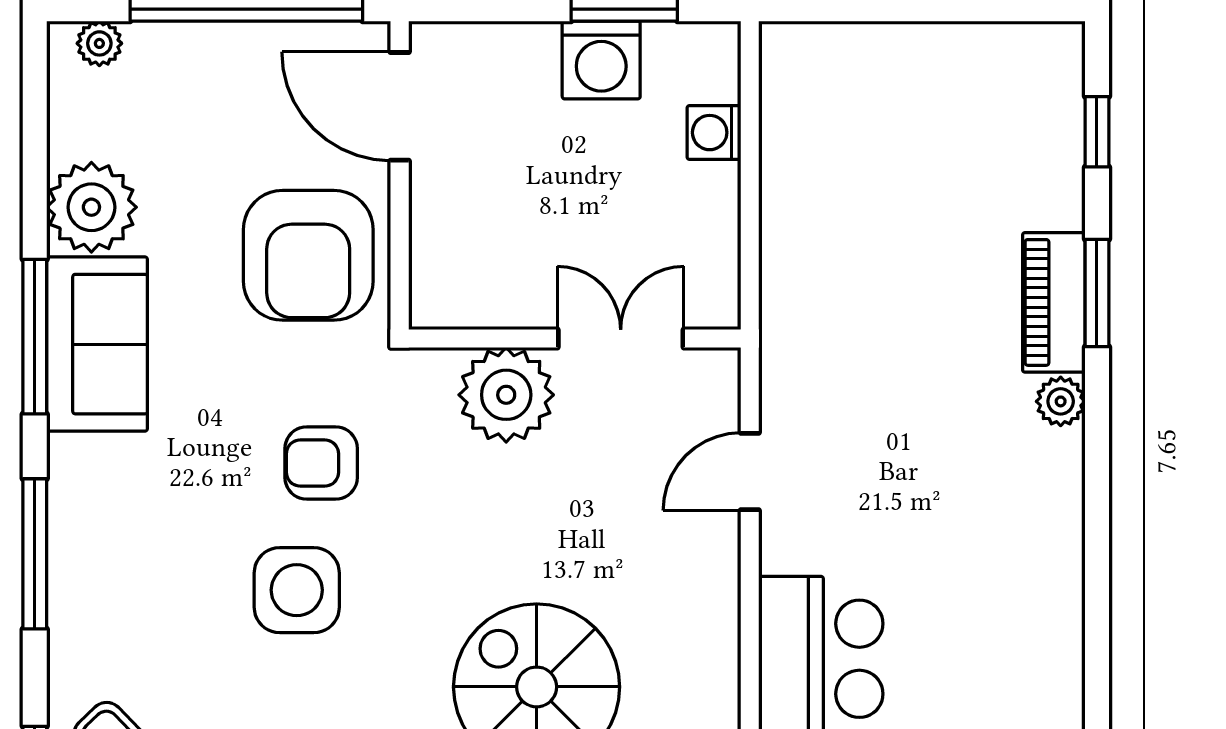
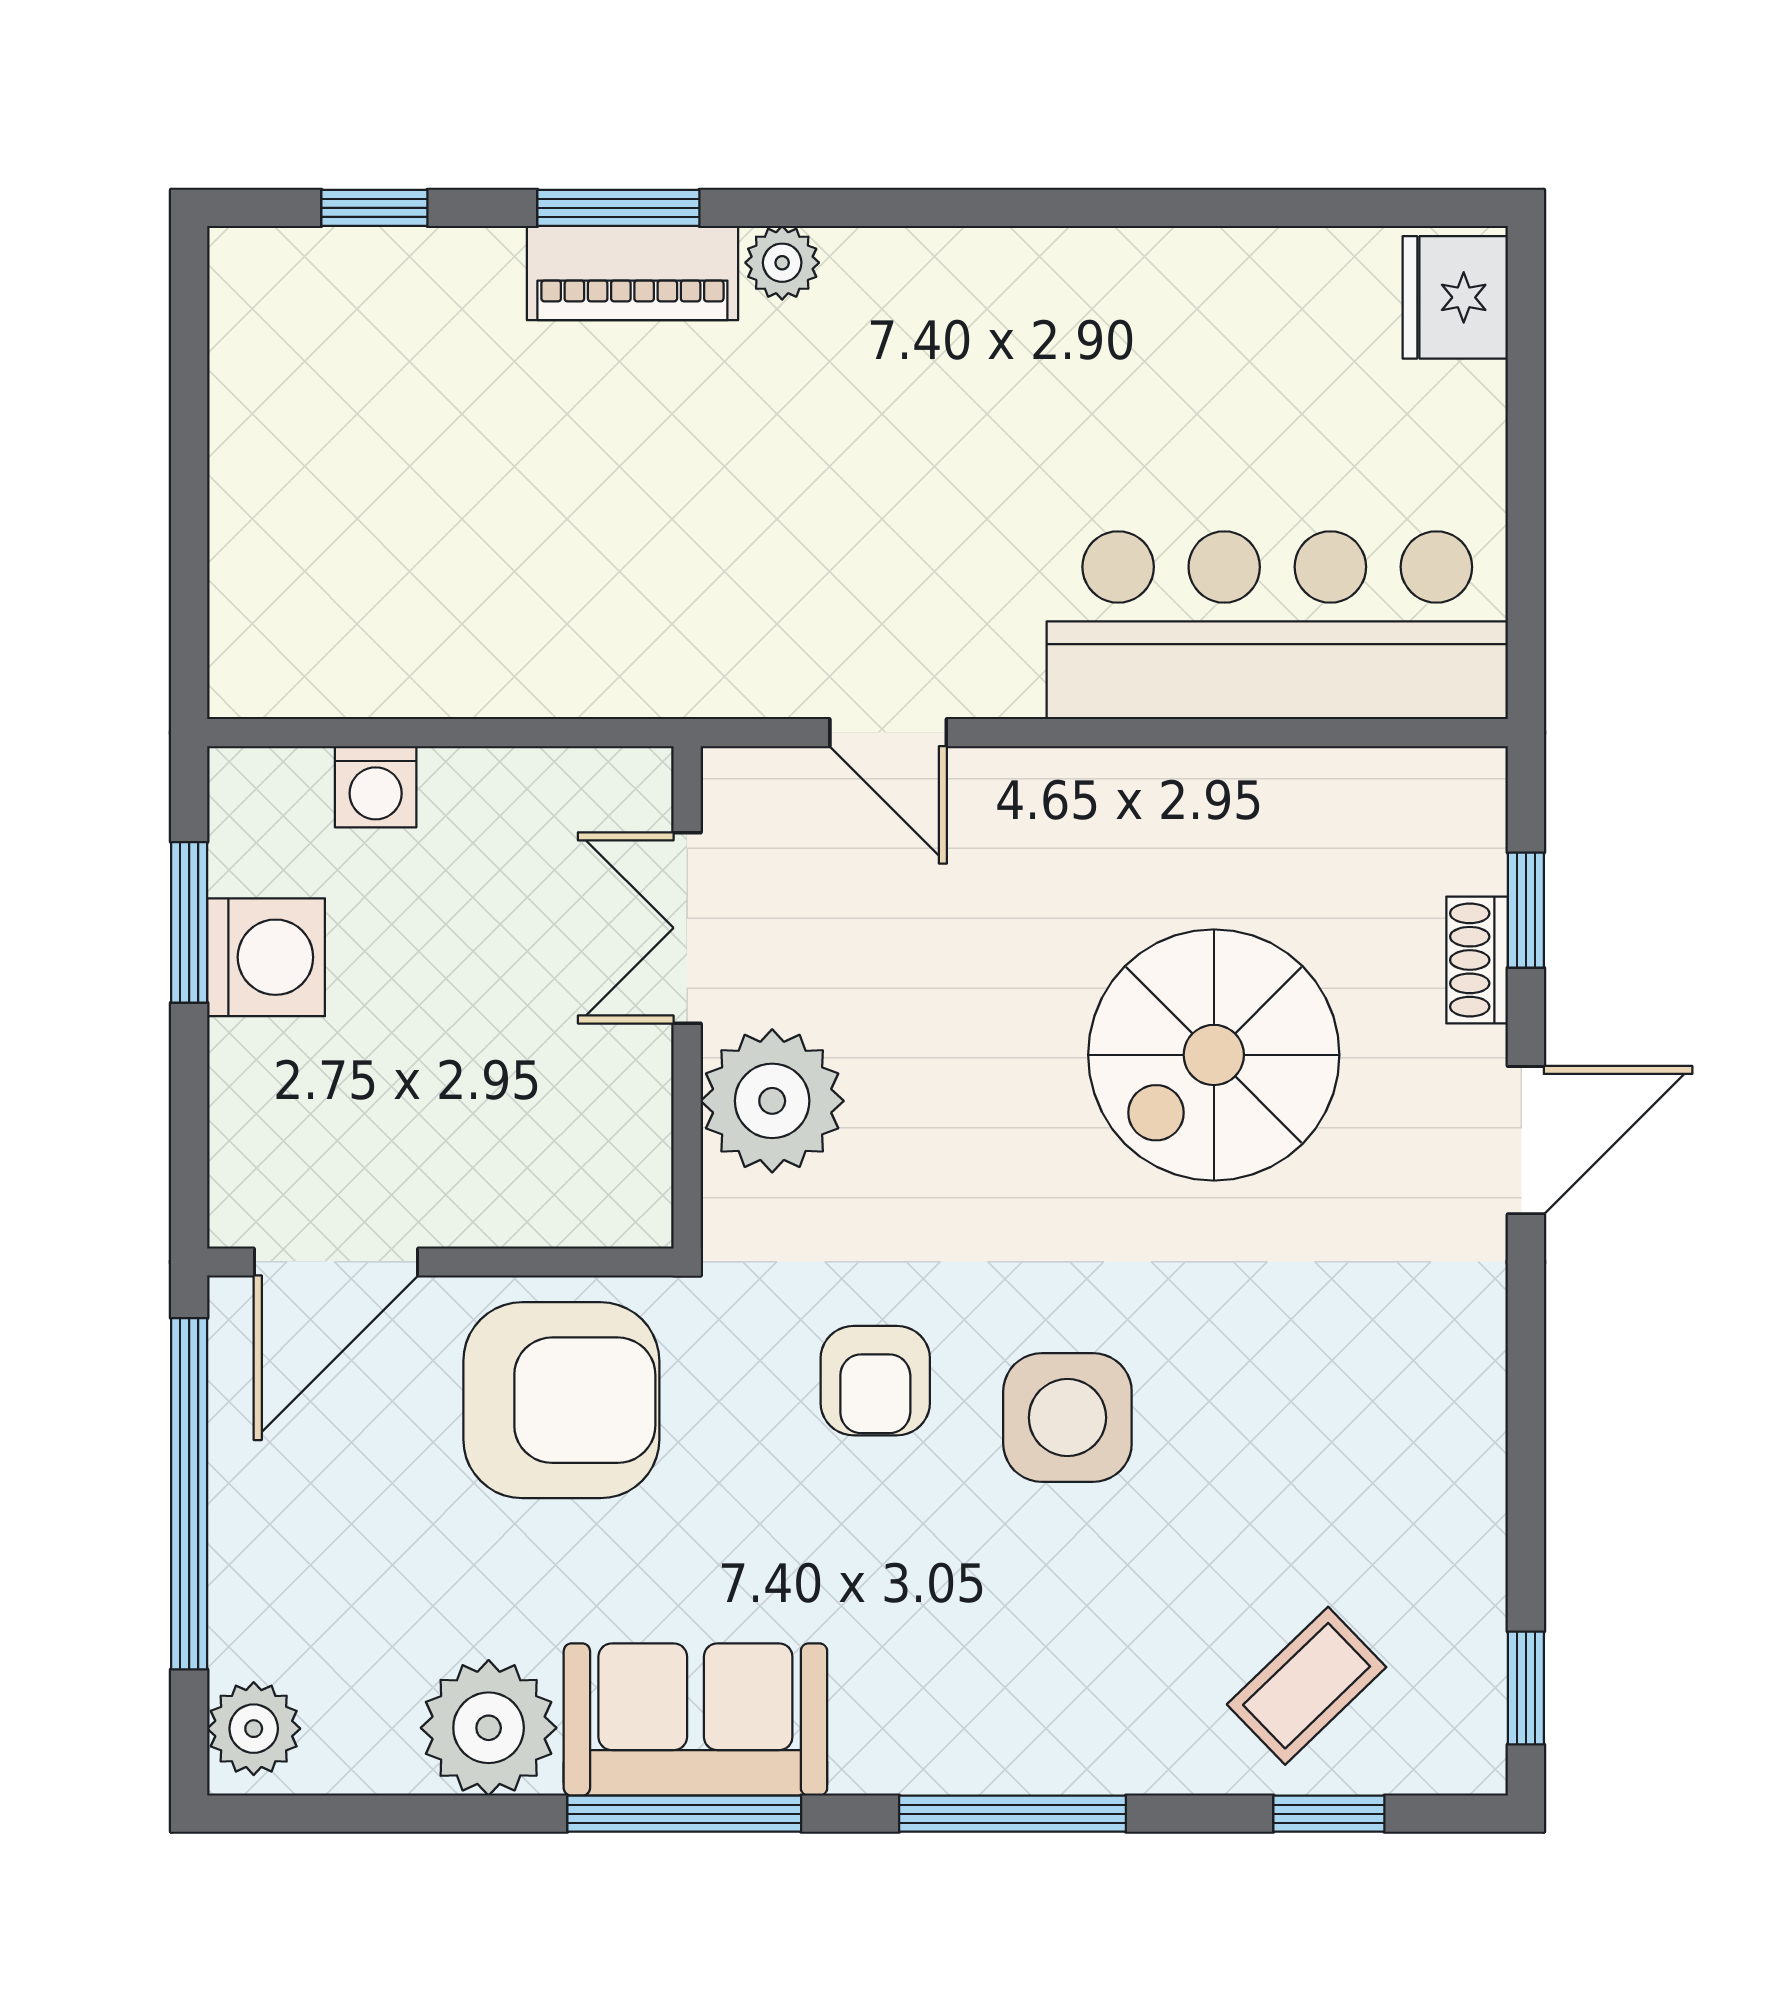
plant: (99, 43) -> (254, 1729), width x1.38, depth x1.38

